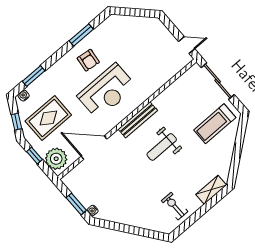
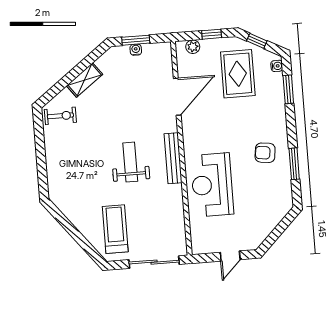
door: (187, 45) -> (230, 256), moved
reception desk: (107, 91) -> (212, 185), moved
plant: (56, 159) -> (193, 47), width x0.53, depth x0.53
shelving: (211, 190) -> (85, 80), moved, turned 53
exercise bike: (175, 206) -> (60, 116), moved
water cooler: (93, 211) -> (136, 50), moved

